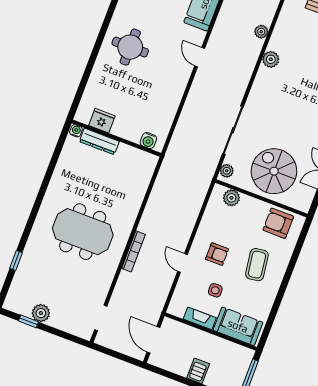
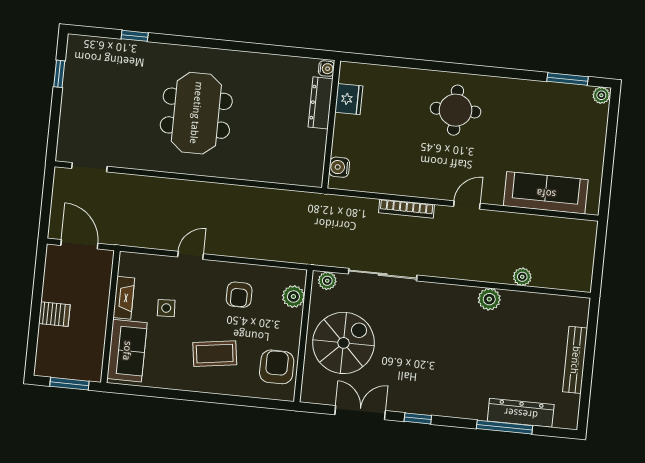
bookcase: (133, 251) -> (406, 209), moved
armchair: (217, 254) -> (239, 295), moved
plant: (41, 313) -> (74, 87), removed
door: (153, 340) -> (79, 244), hinge flipped

